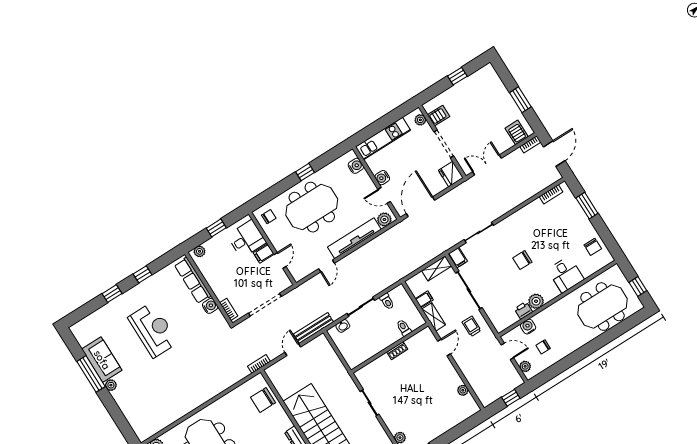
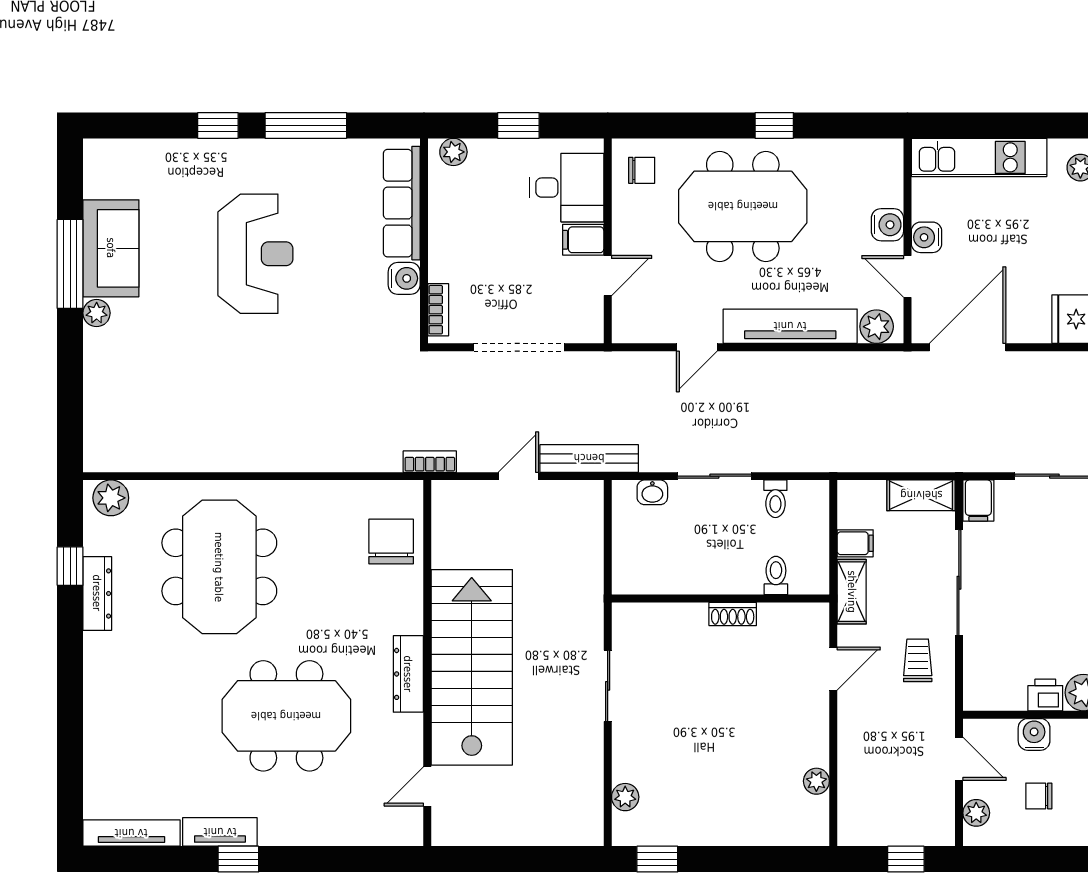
water cooler: (356, 166) -> (887, 225), moved
window: (143, 274) -> (306, 125), width x2.17
chair: (263, 400) -> (391, 542), turned 90

